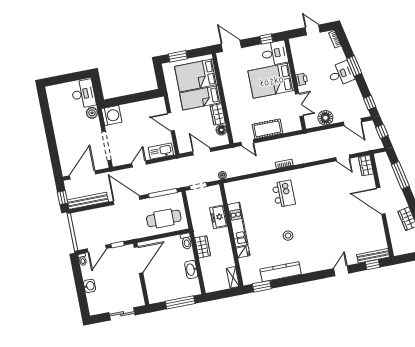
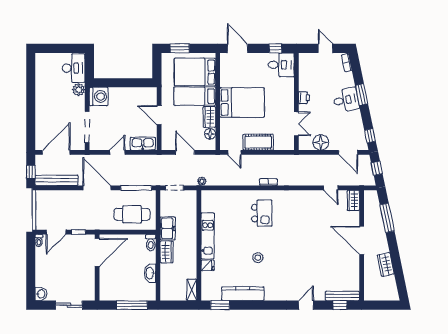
bed: (271, 81) -> (242, 102), moved, turned 180
freezer: (218, 217) -> (168, 228), moved, turned 180
washbasin: (90, 286) -> (41, 294), moved

